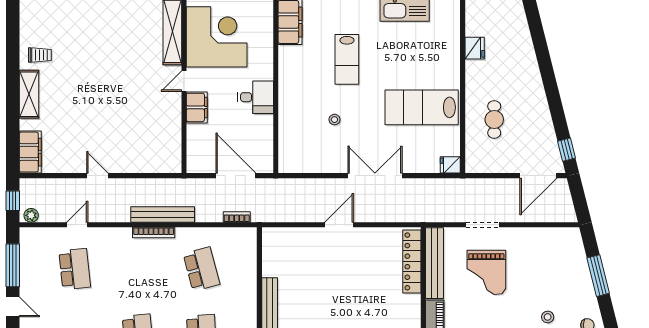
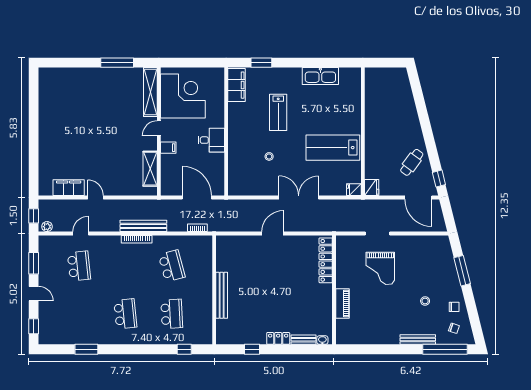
fridge: (475, 48) -> (372, 188), moved
trolley: (40, 55) -> (53, 109), removed
shelving: (29, 94) -> (150, 169), moved
filing cabinet: (197, 107) -> (168, 148), width x0.50
cafe table: (494, 119) -> (412, 162), moved, turned 36
filing cabinet: (30, 152) -> (69, 188), moved, turned -90
door: (538, 176) -> (418, 198), hinge flipped
bench: (435, 263) -> (342, 262), removed
window: (13, 265) -> (34, 263), width x0.69

